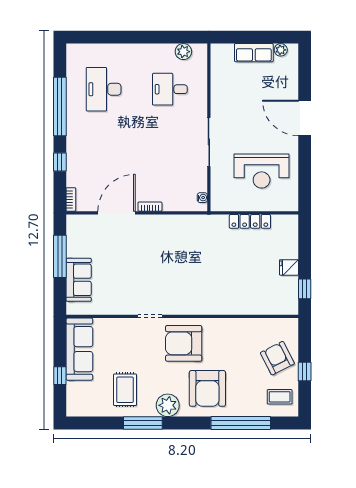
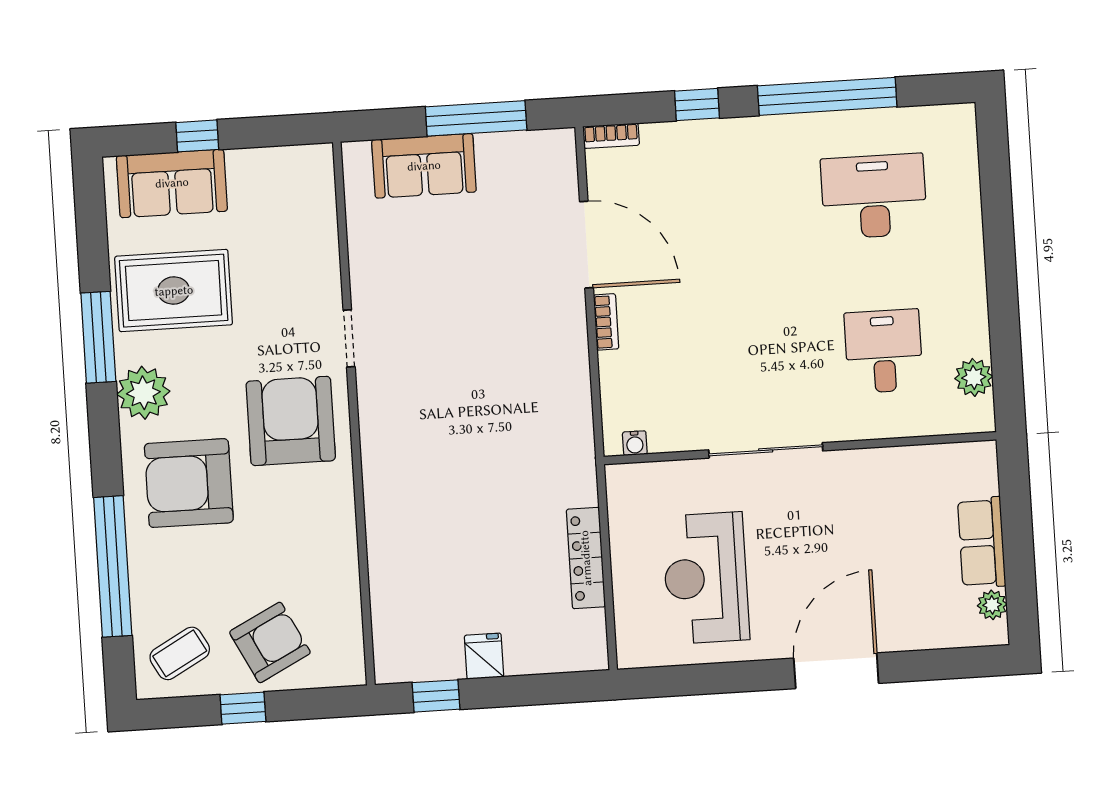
sofa: (79, 349) -> (172, 183), moved, width x0.73
rug: (125, 390) -> (174, 291), width x1.36, depth x1.43
coffee table: (280, 397) -> (180, 653), turned 61

